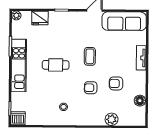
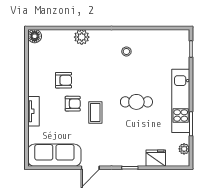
plant: (16, 15) -> (184, 149), moved
armchair: (91, 88) -> (73, 104), moved
floor lamp: (140, 101) -> (35, 36), moved
dishwasher: (18, 118) -> (181, 37), removed
plant: (112, 119) -> (82, 37), moved

